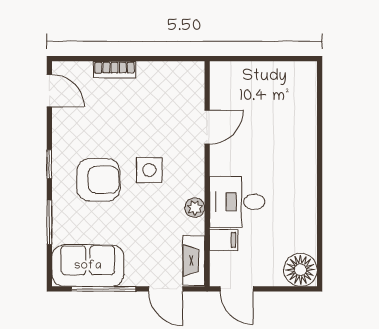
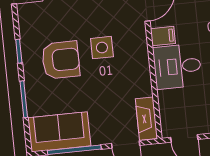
plant: (195, 208) -> (143, 75), removed
filing cabinet: (224, 240) -> (163, 36), moved

